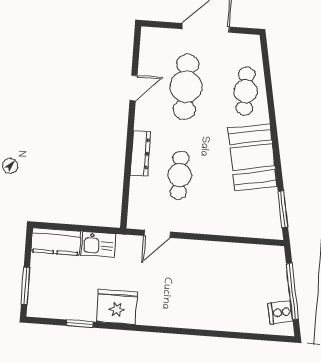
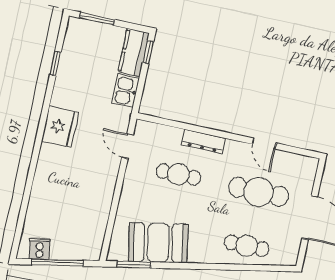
booth: (252, 157) -> (158, 243), moved
window: (53, 226) -> (148, 52), added
fridge: (117, 307) -> (60, 127), moved

